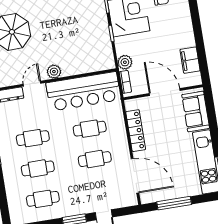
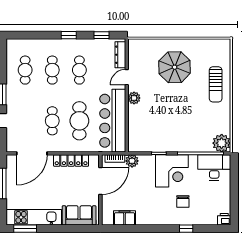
door: (32, 84) -> (127, 77), swing flipped
door: (165, 92) -> (100, 181), moved
cafe table: (90, 129) -> (79, 121), width x1.37, depth x1.35

